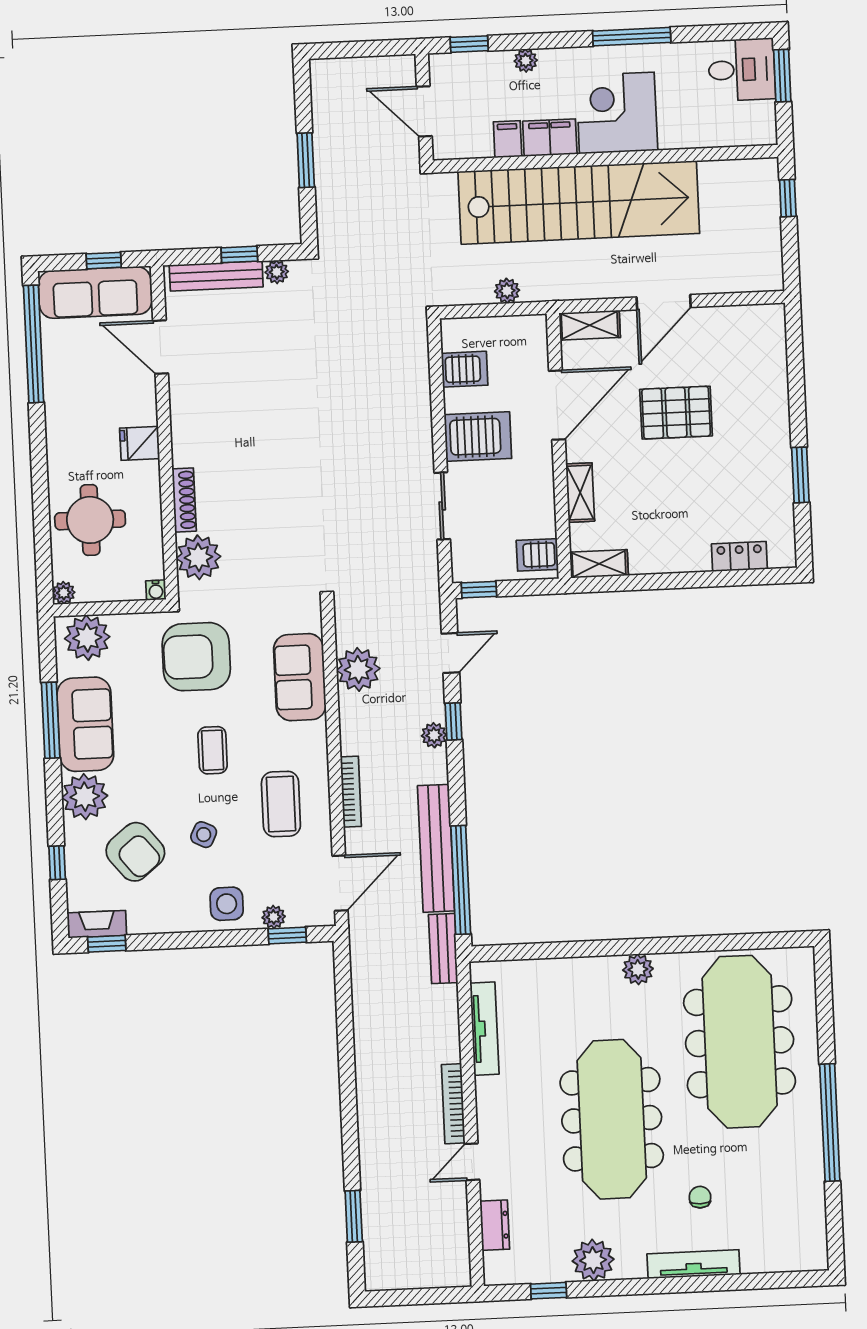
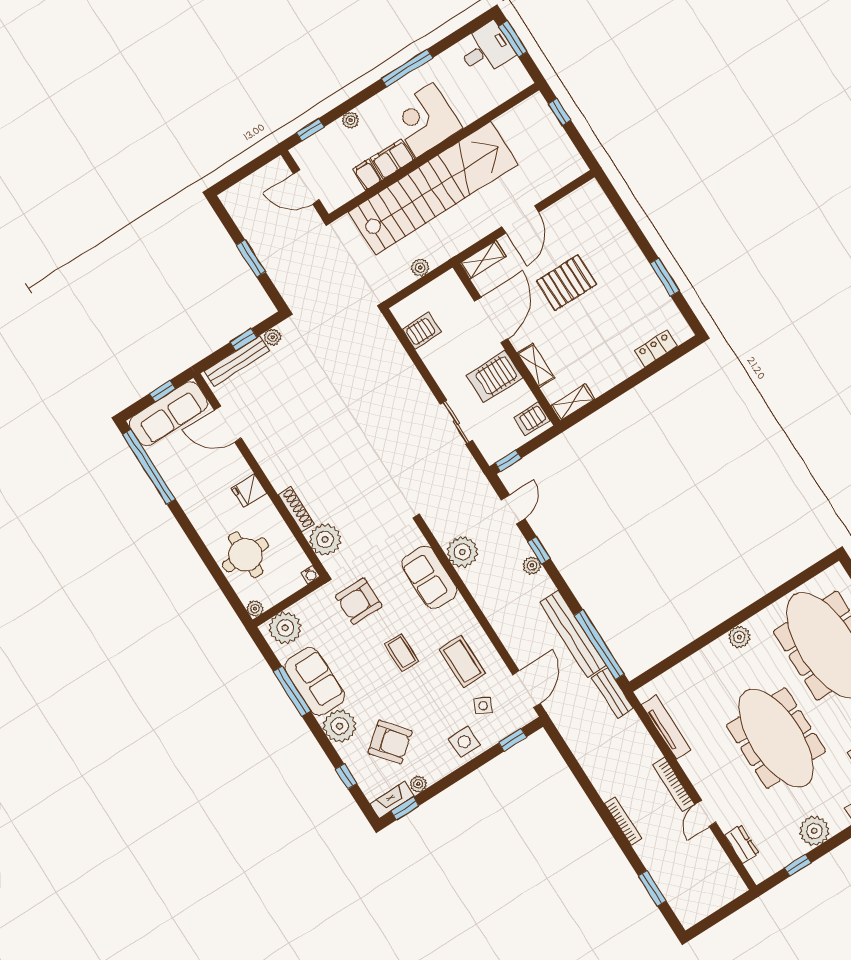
server rack: (478, 437) -> (495, 376), moved, turned 180
armchair: (196, 657) -> (359, 601), width x0.73, depth x0.73
bookcase: (351, 792) -> (623, 821), moved
side table: (204, 835) -> (483, 706), moved
plant: (274, 917) -> (418, 784), moved

